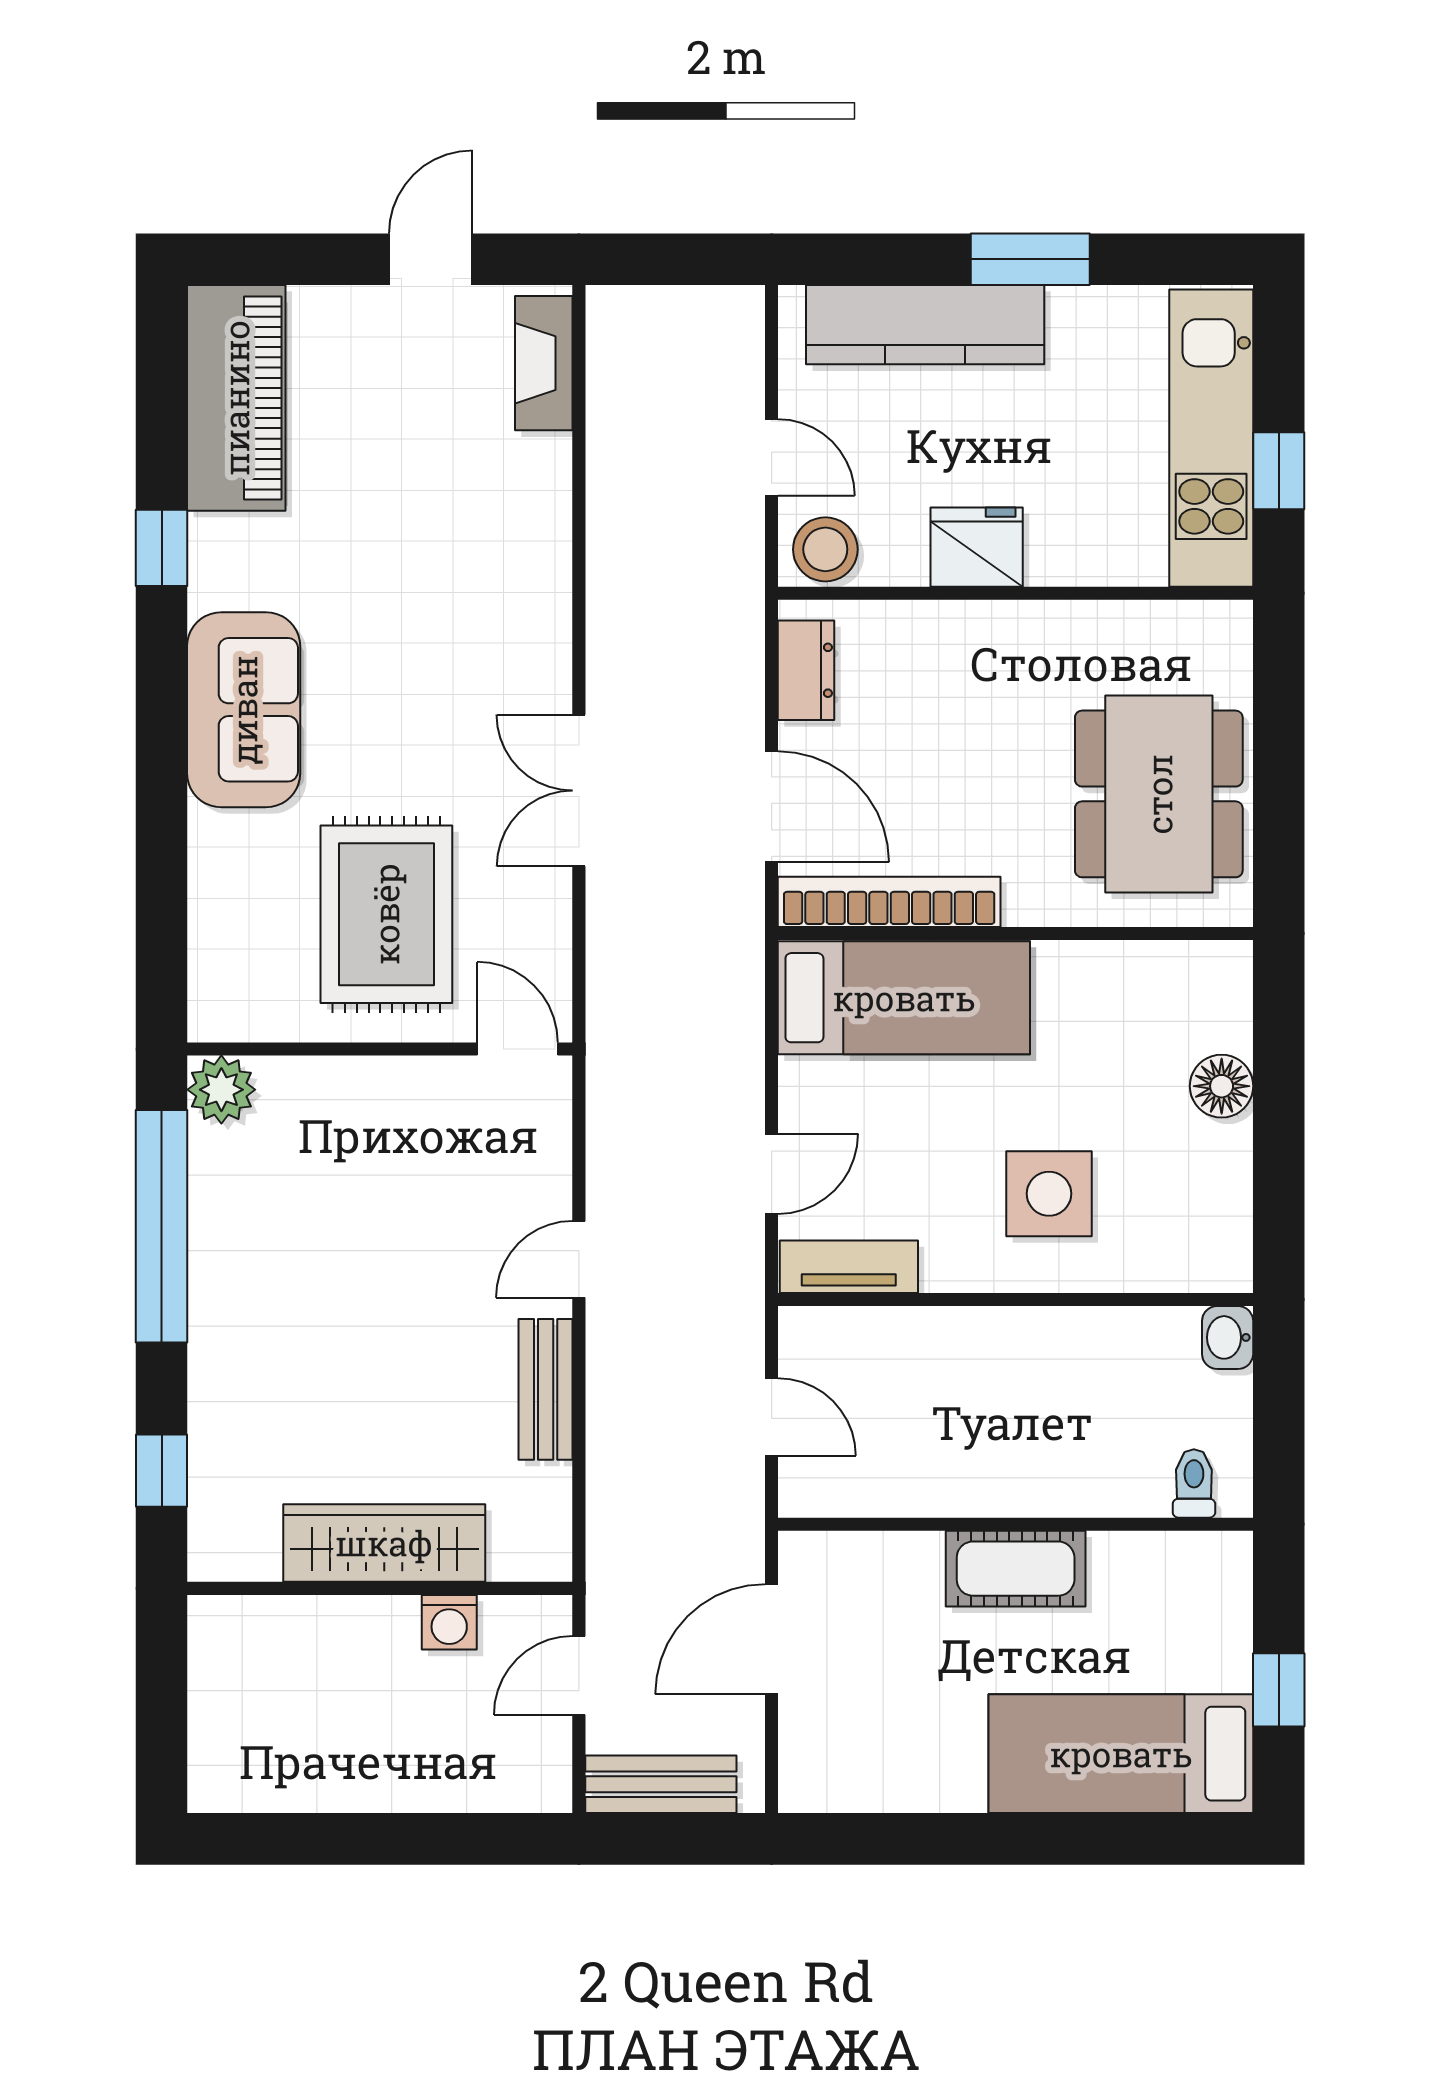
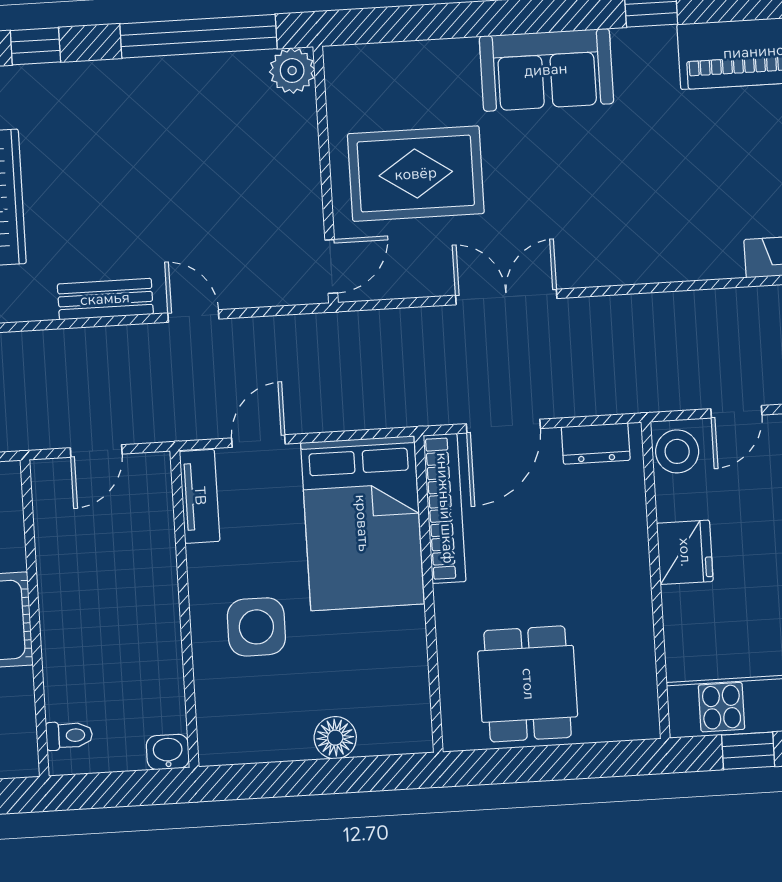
dining table: (1159, 794) -> (528, 684), width x0.73
bed: (904, 998) -> (362, 523), width x1.50
door: (772, 1174) -> (258, 441), swing flipped

